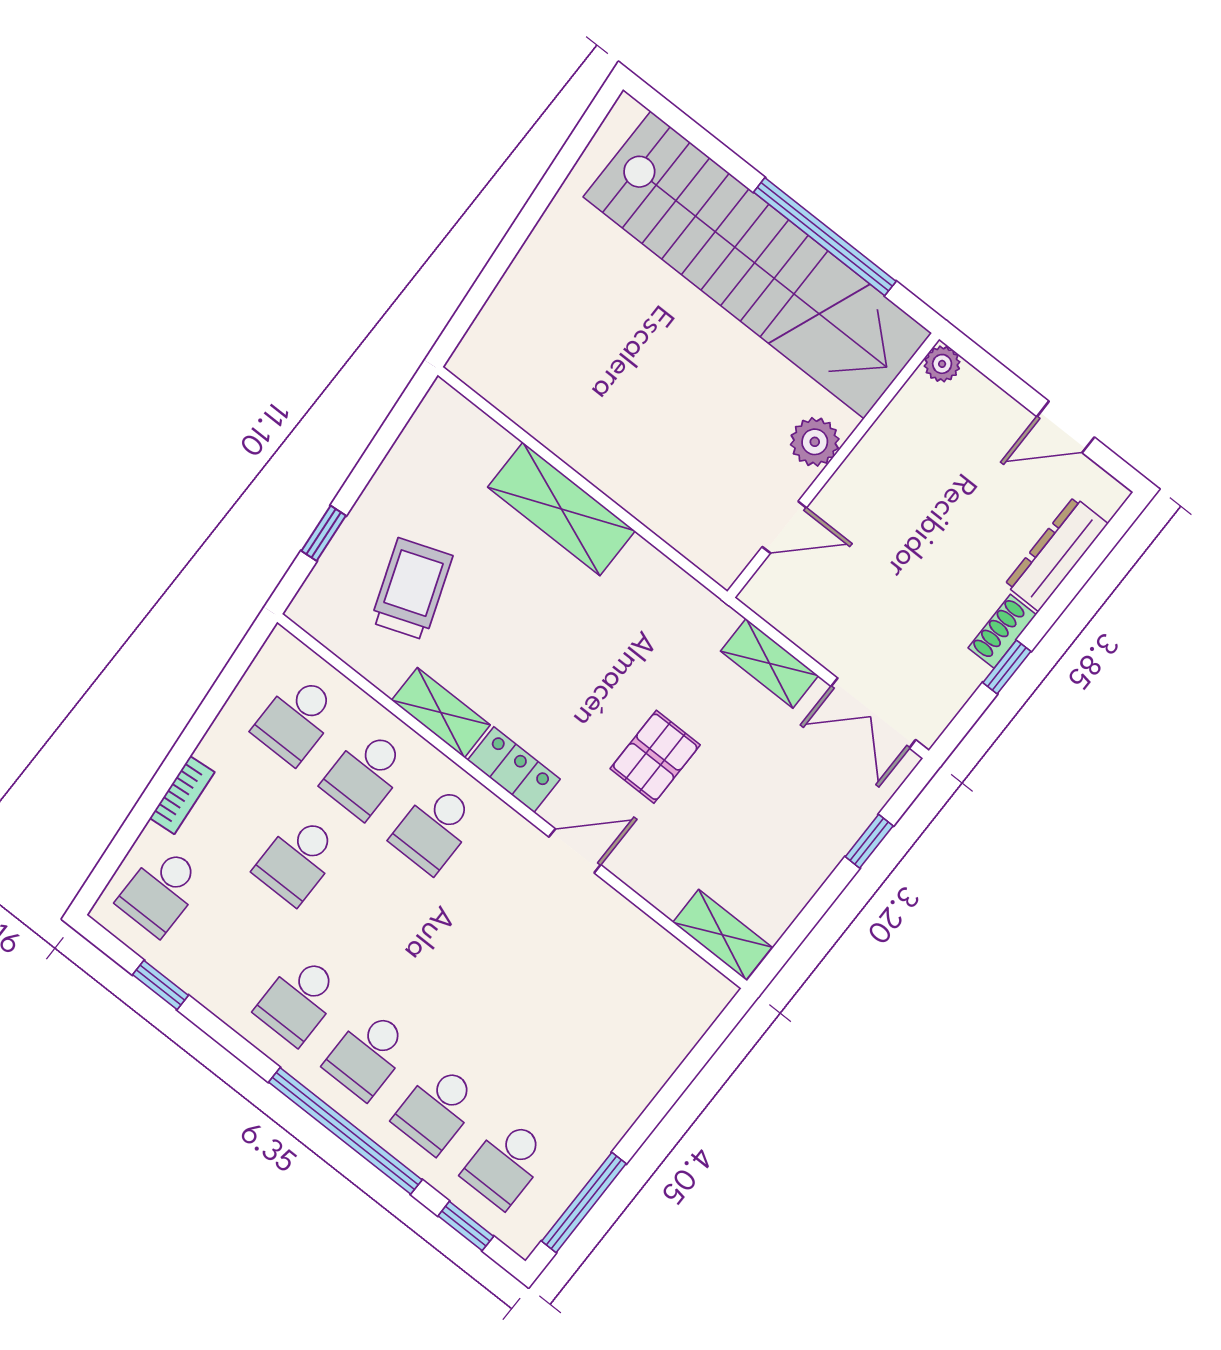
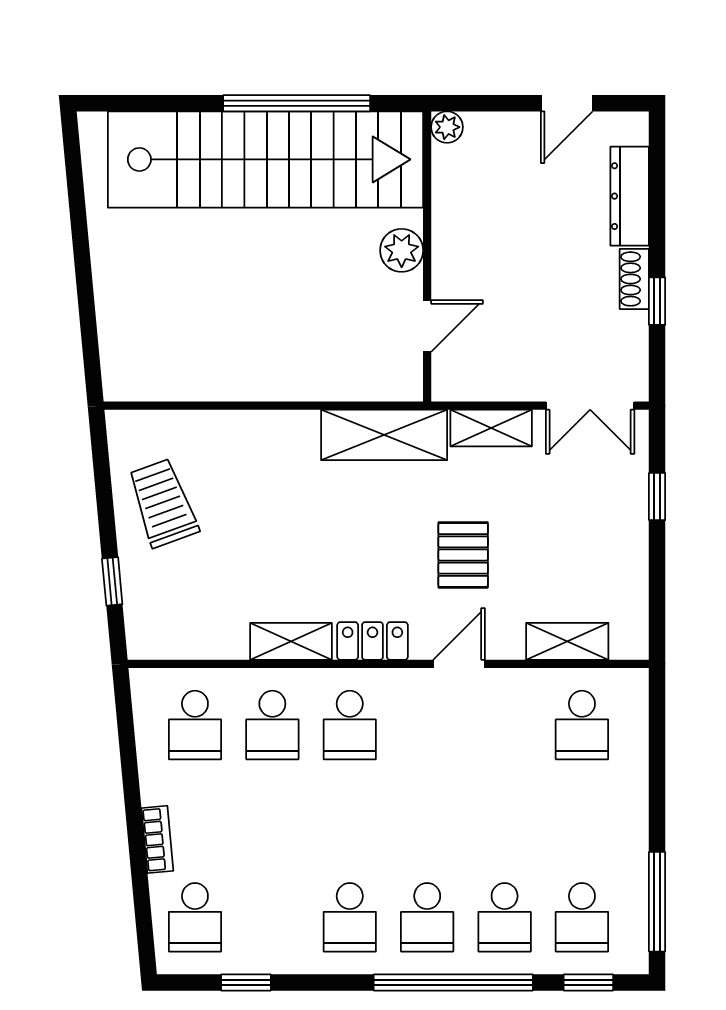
shelving: (561, 509) -> (384, 435), moved
trolley: (412, 589) -> (163, 503), moved
school desk: (298, 860) -> (582, 725), moved
shelving: (722, 935) -> (567, 641), moved

